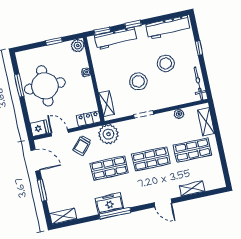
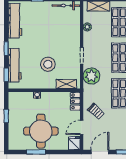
plant: (78, 46) -> (14, 97), removed
stool: (166, 63) -> (44, 29), removed
stool: (138, 81) -> (48, 64), moved
plant: (108, 134) -> (91, 76), moved

